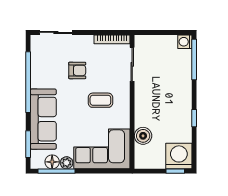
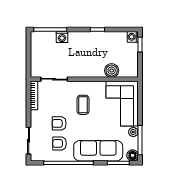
washing machine: (185, 42) -> (62, 37), moved
armchair: (77, 70) -> (59, 123), turned -90
armchair: (52, 71) -> (60, 143), added
washing machine: (179, 156) -> (133, 37), width x0.53, depth x0.53
floor lamp: (52, 162) -> (133, 155), moved

